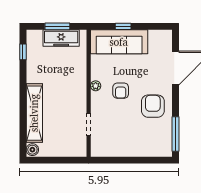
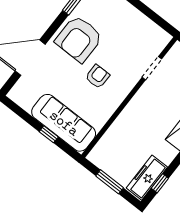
freezer: (61, 38) -> (147, 178), moved, turned -90
plant: (96, 86) -> (117, 99), removed
armchair: (153, 106) -> (79, 39), width x1.36, depth x1.36

